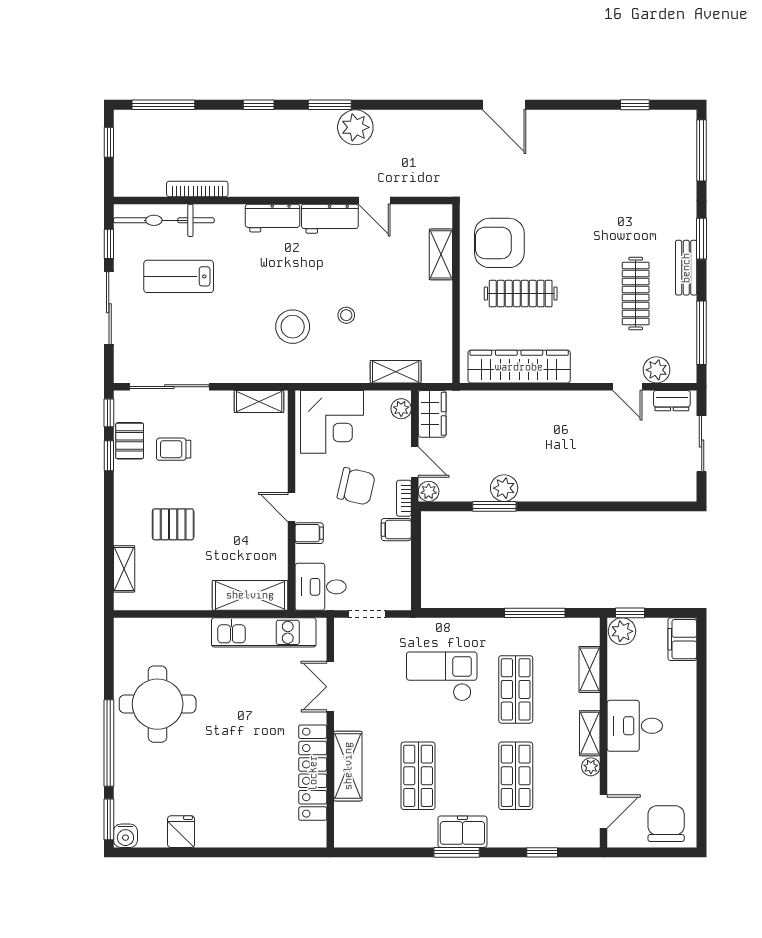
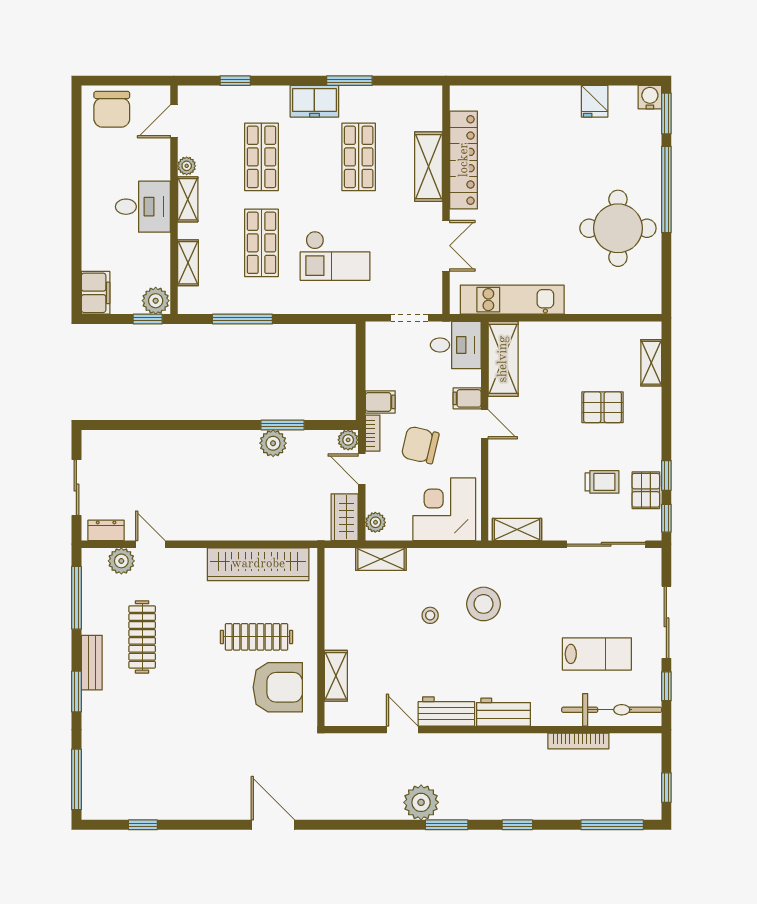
shelving: (250, 595) -> (503, 359), moved, turned 90
window: (457, 852) -> (349, 81), moved

